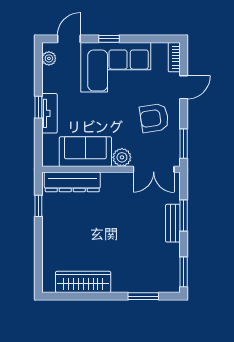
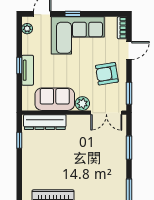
bench: (173, 223) -> (121, 153), removed

